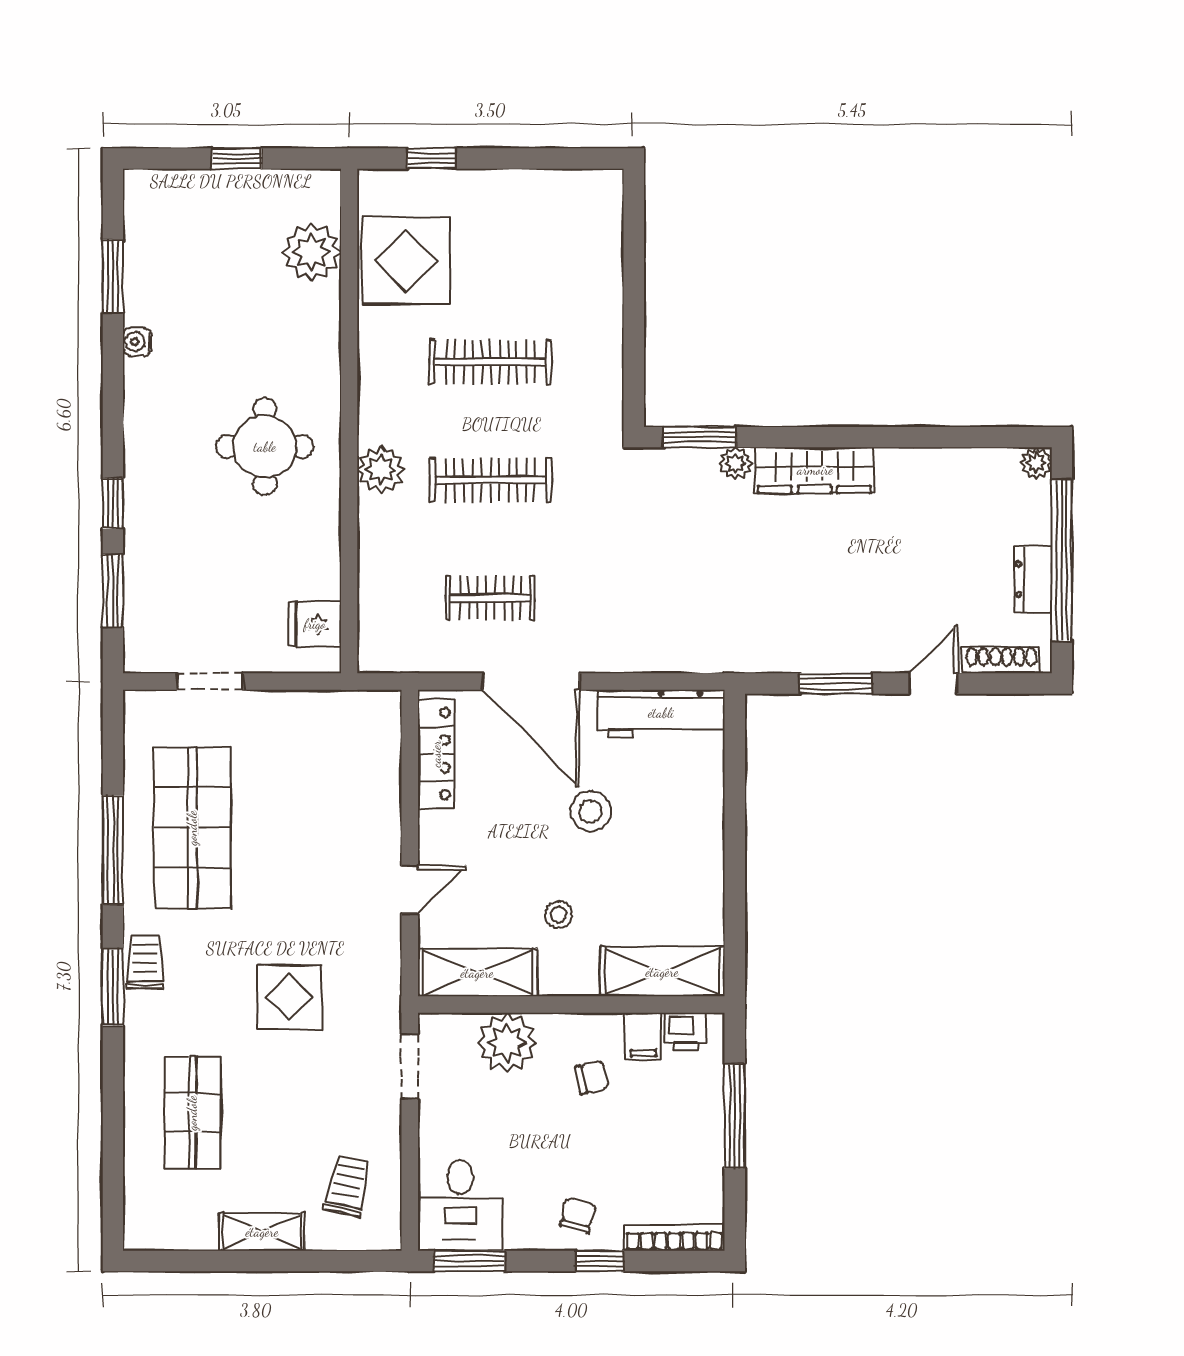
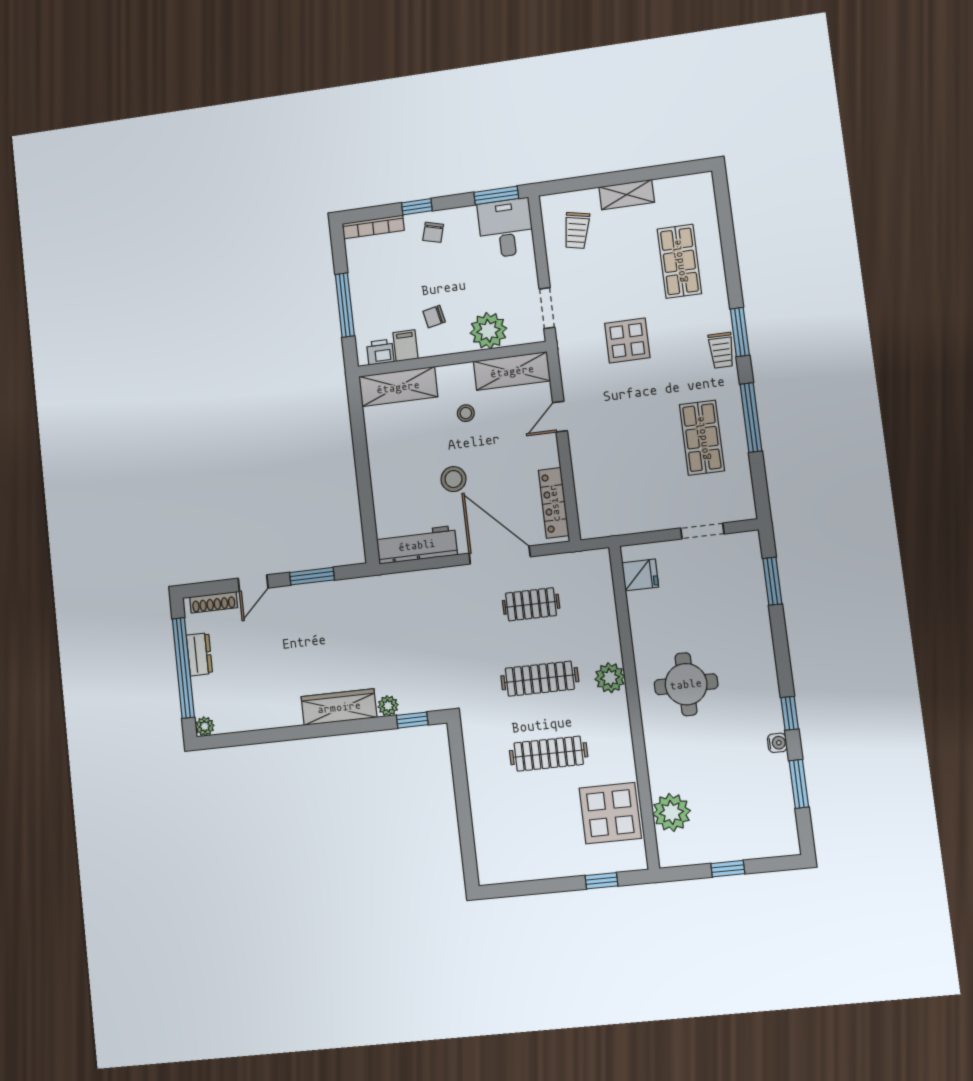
window: (699, 437) -> (412, 720), width x0.67
window: (113, 503) -> (790, 713), moved
shop shelf: (192, 828) -> (702, 438), width x0.70, depth x0.74

